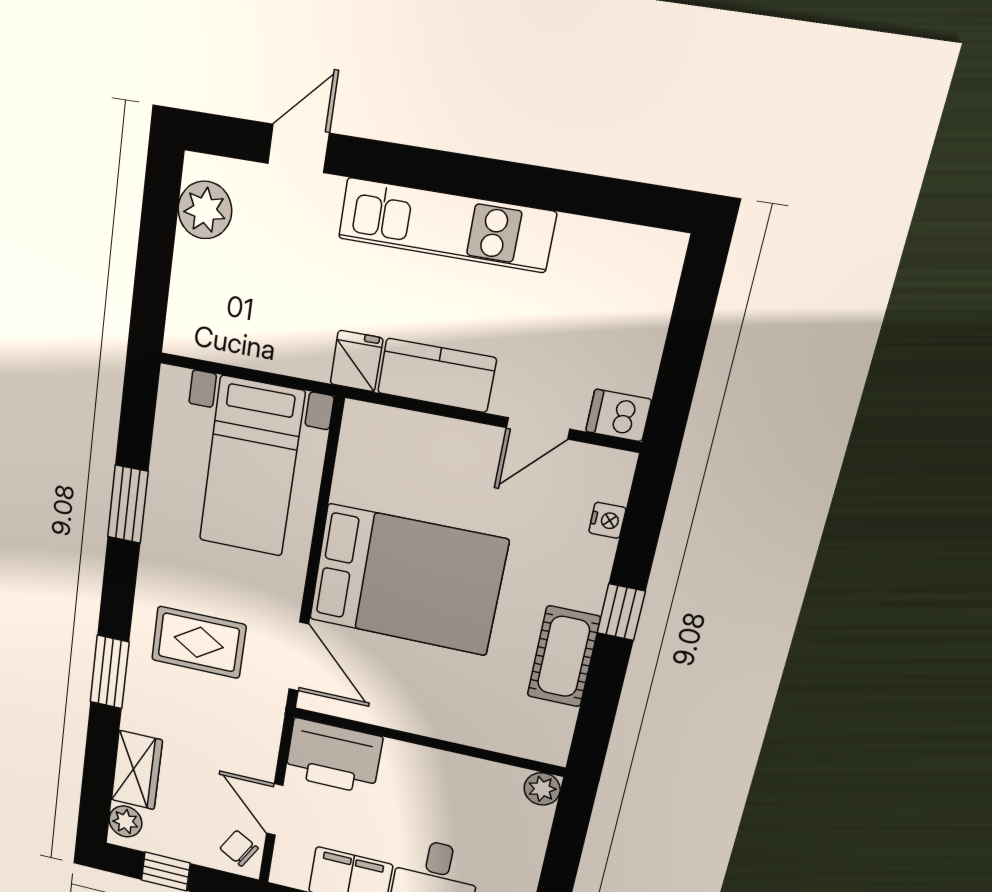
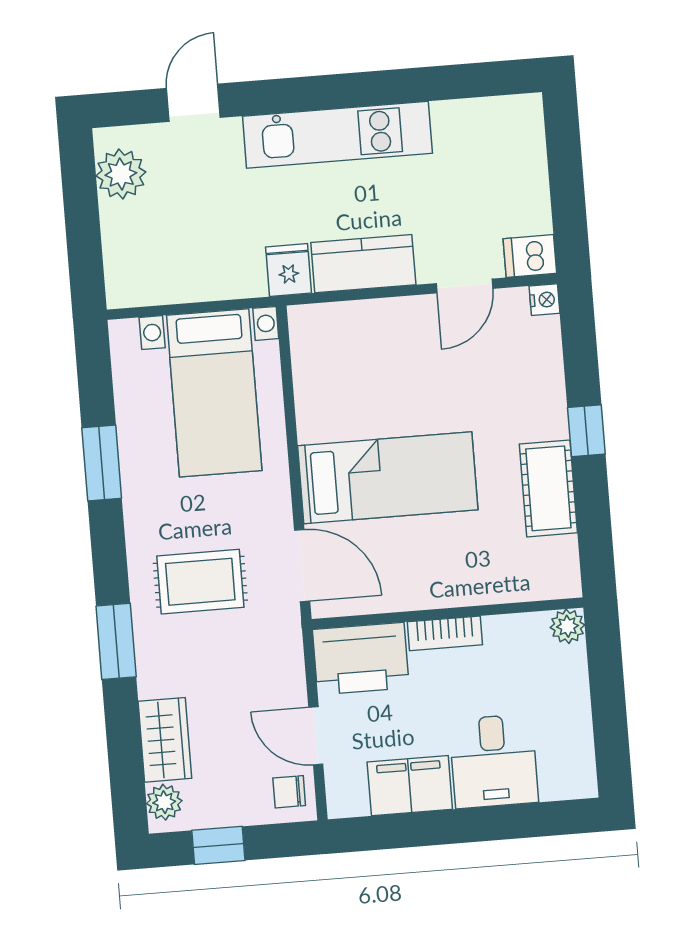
nightstand: (607, 520) -> (544, 300), moved
bed: (408, 580) -> (388, 478), width x0.67
bookcase: (420, 759) -> (445, 633), added
chair: (239, 848) -> (289, 792), turned -30

